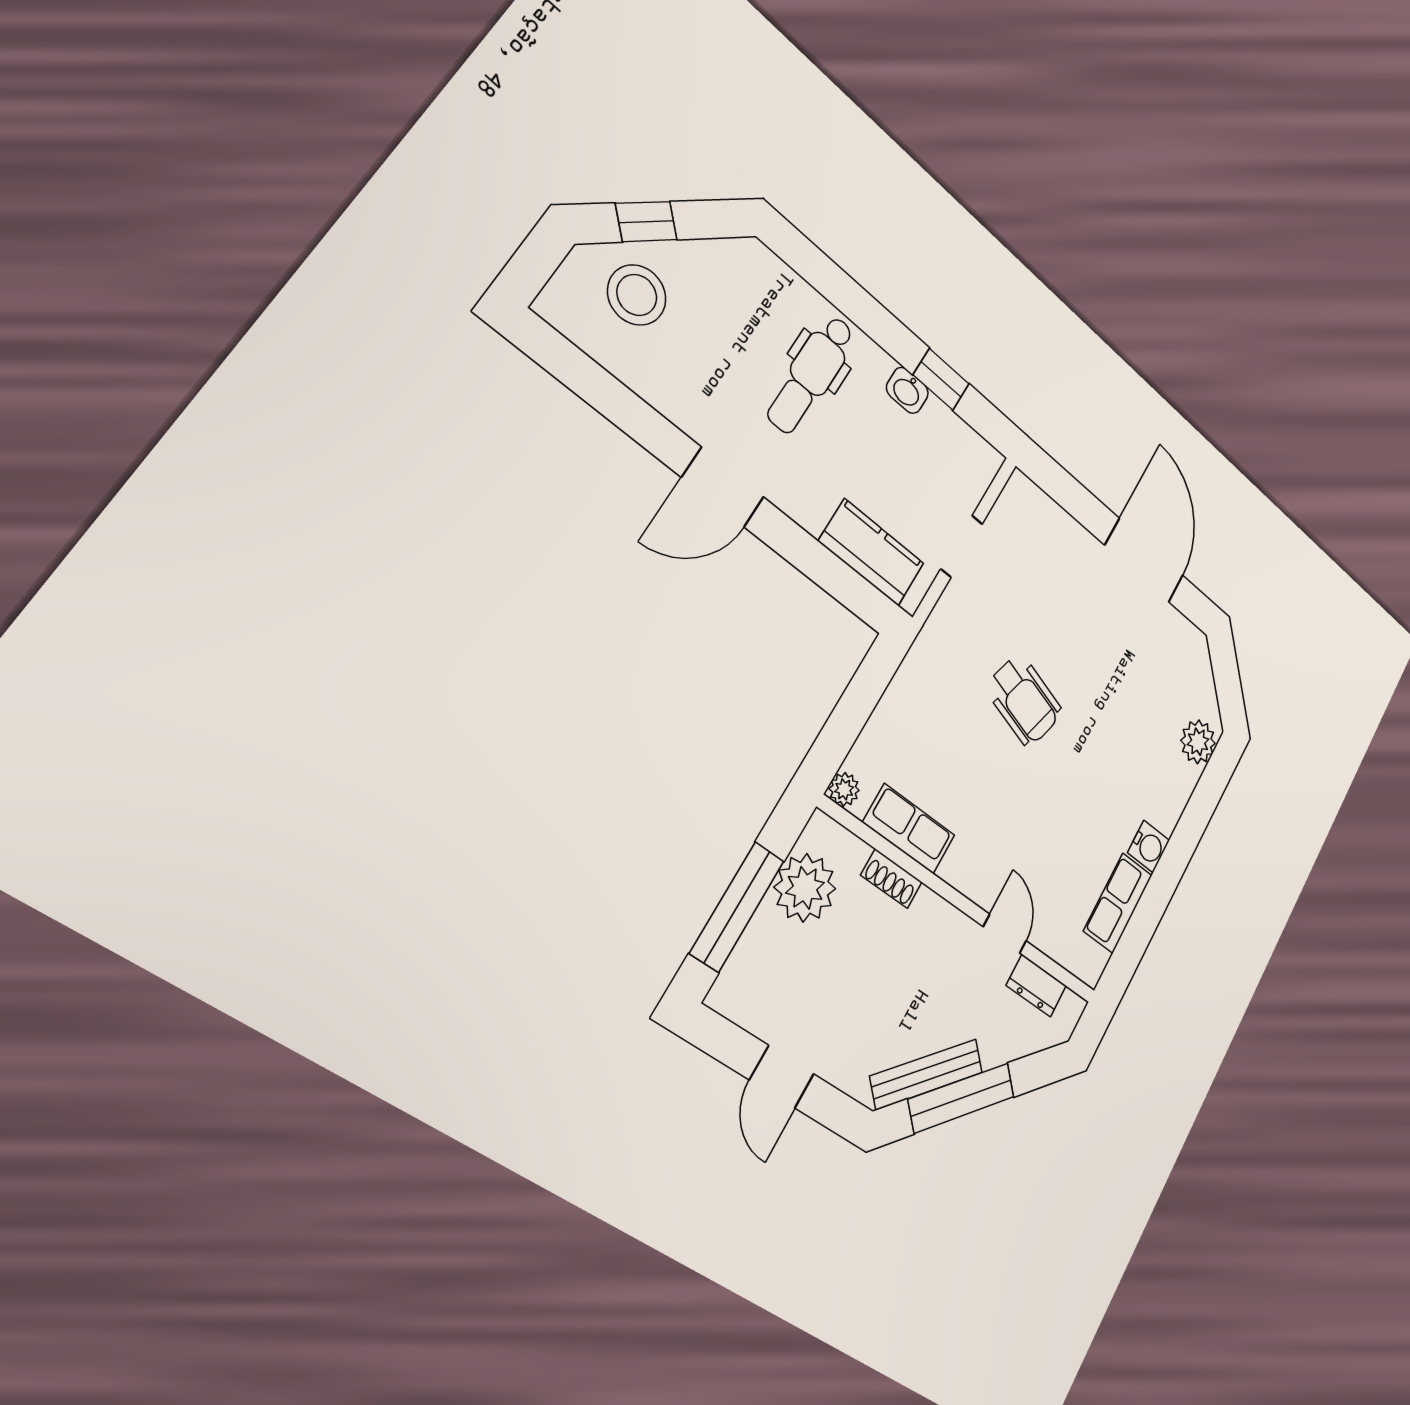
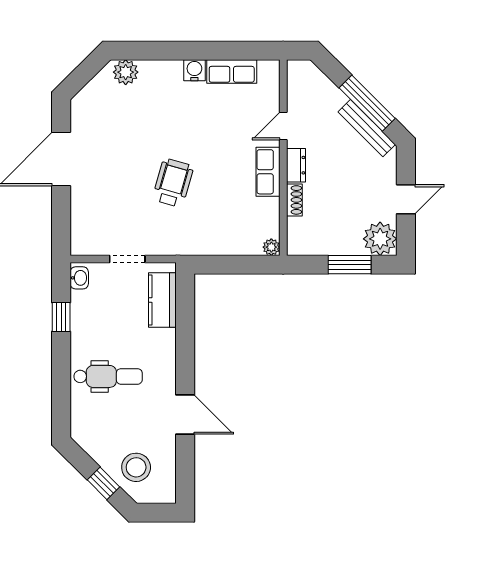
washbasin: (907, 390) -> (79, 278), moved
door: (723, 487) -> (185, 414), moved
row of seats: (909, 829) -> (268, 172), moved
plant: (805, 888) -> (380, 239), moved
window: (737, 907) -> (350, 265), width x0.69
dresser: (1036, 986) -> (296, 165), moved

